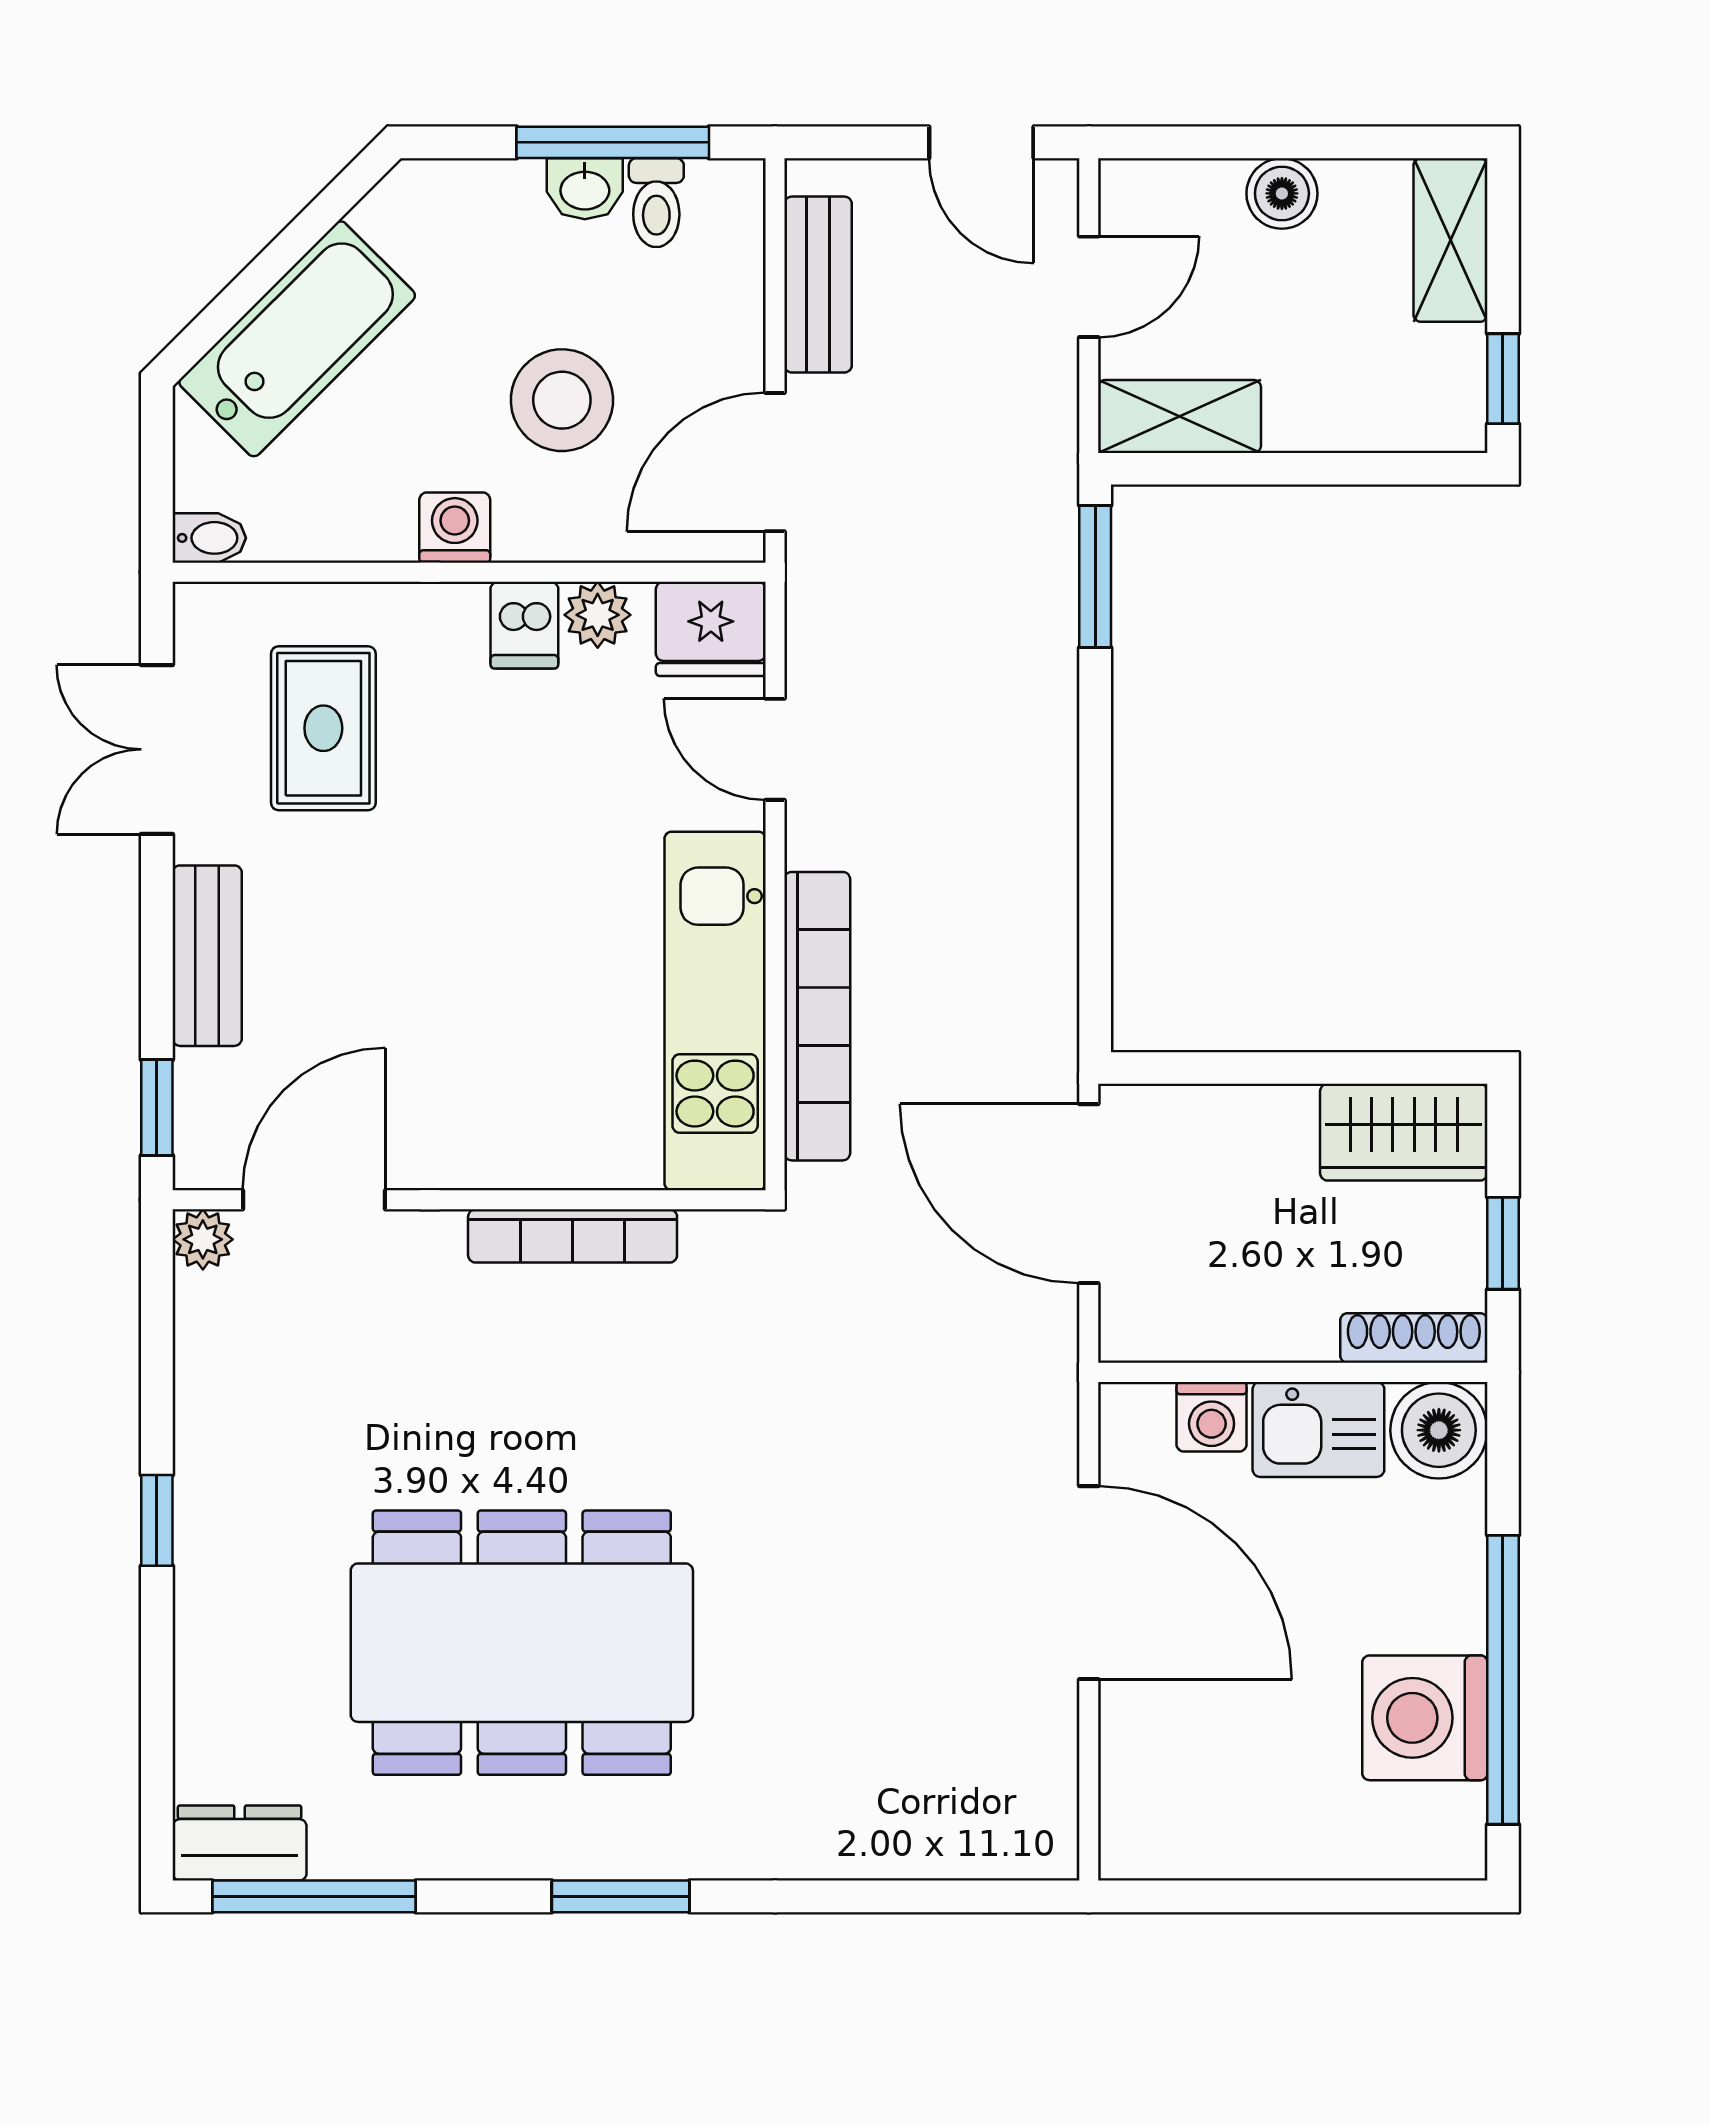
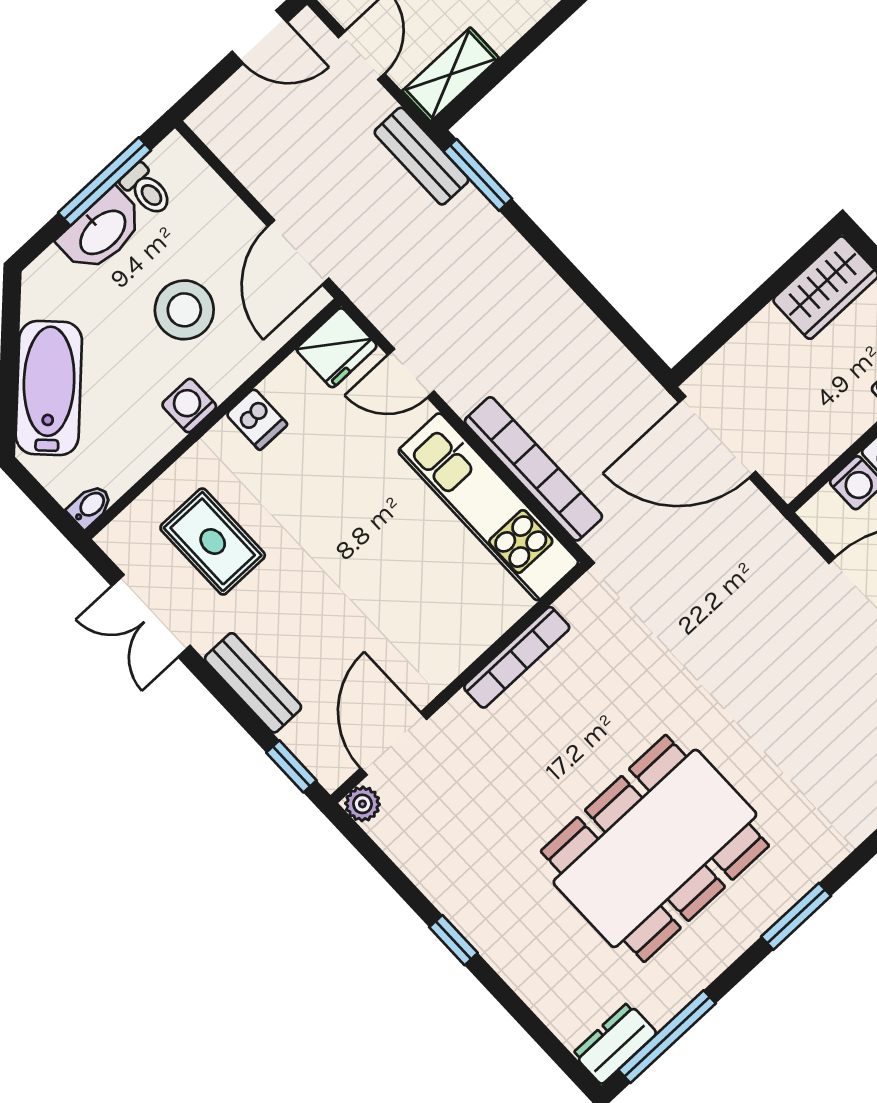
washbasin: (585, 189) -> (102, 231), width x1.91, depth x1.45
bench: (818, 285) -> (421, 156), moved
plant: (598, 615) -> (284, 386), removed

